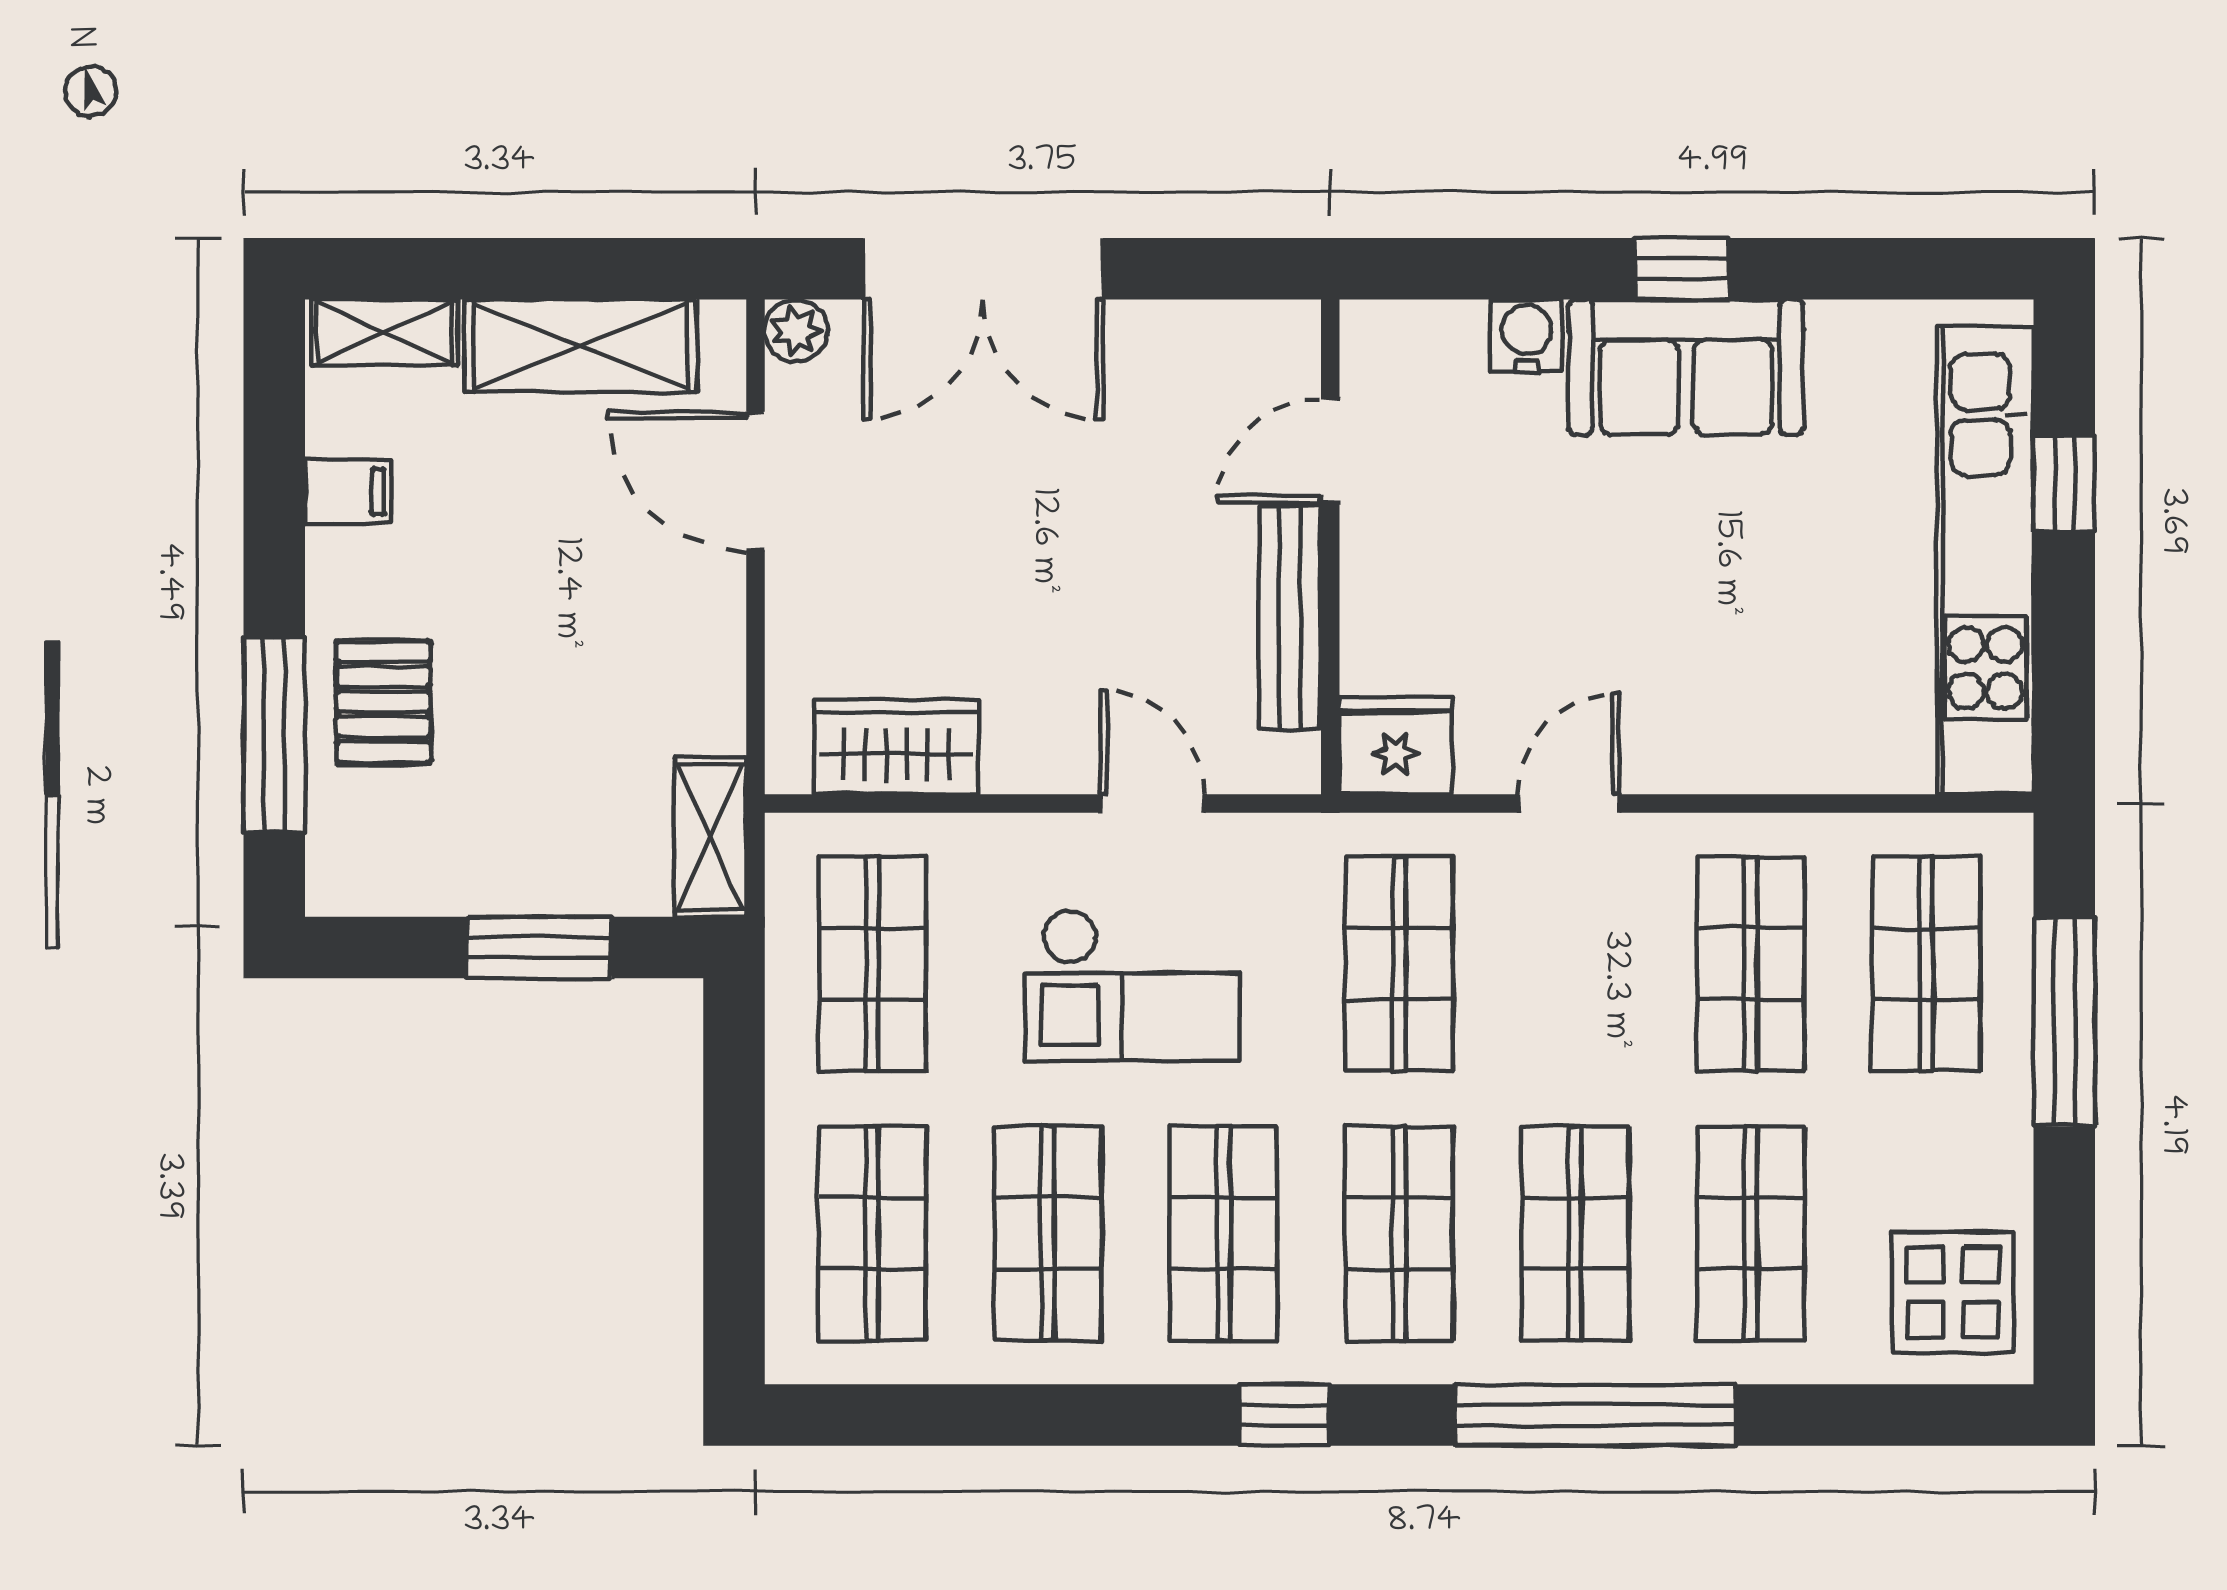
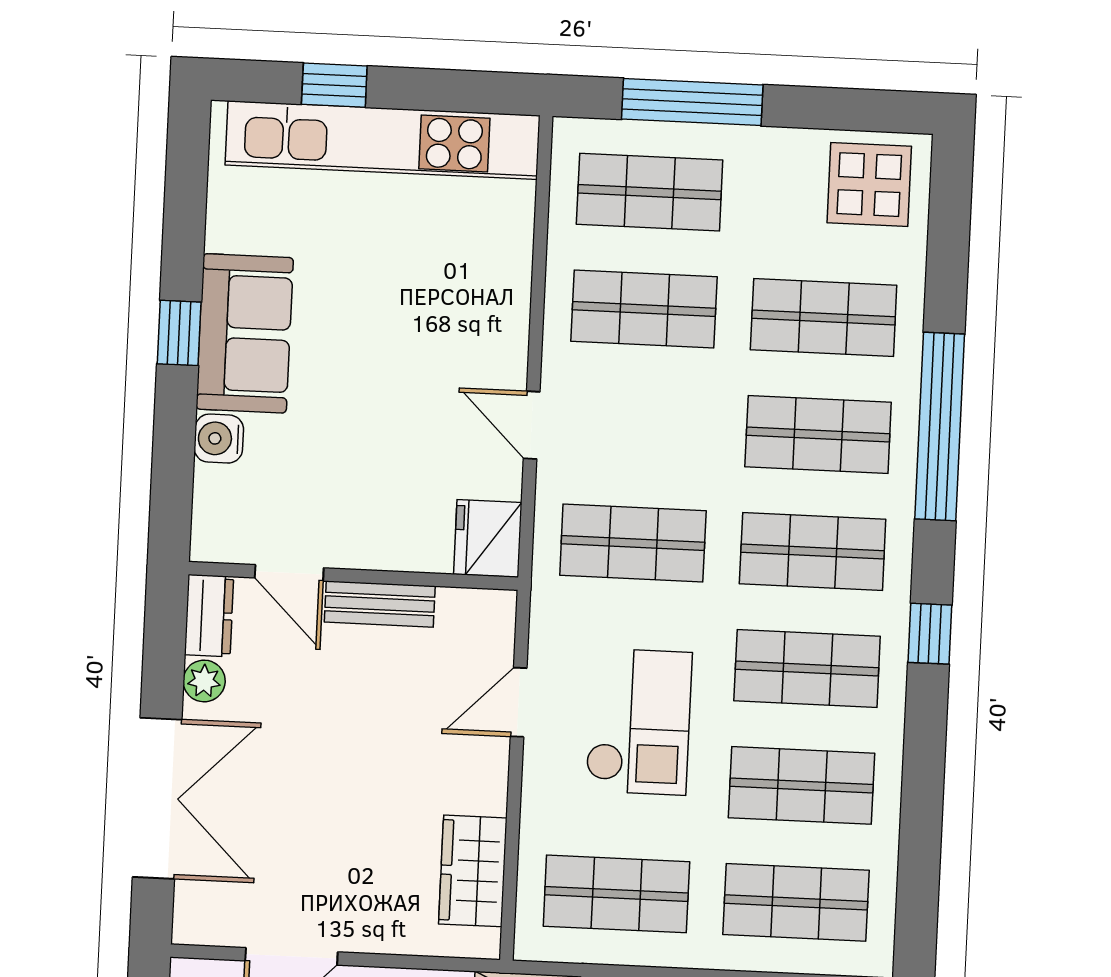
plant: (796, 331) -> (204, 681), moved
dresser: (1260, 333) -> (209, 616), added
bench: (1290, 618) -> (380, 604), width x0.73

